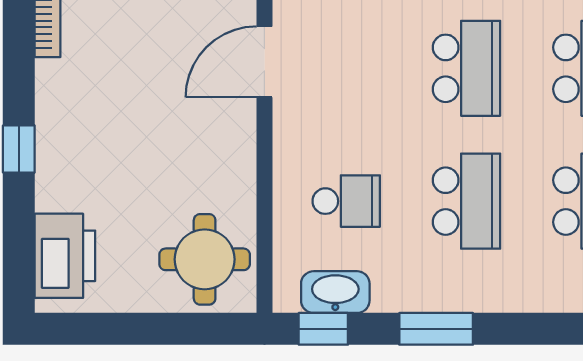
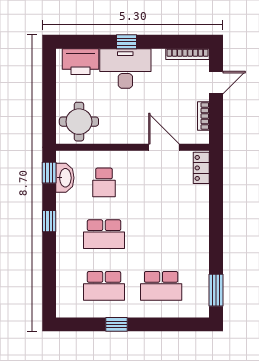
school desk: (467, 68) -> (161, 234), removed
desk: (81, 151) -> (125, 69), added
window: (436, 329) -> (49, 221), width x0.67

